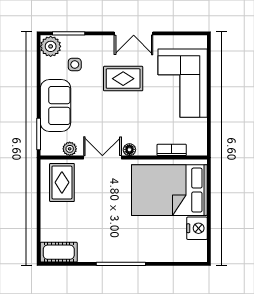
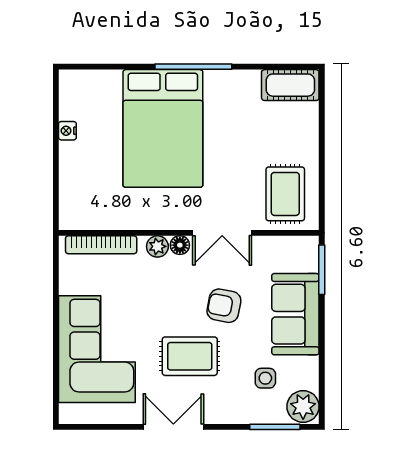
armchair: (101, 111) -> (224, 306), added
plant: (70, 149) -> (157, 246), moved
bookcase: (172, 150) -> (101, 245), width x1.56
bed: (169, 190) -> (163, 128), moved, turned 90
nightstand: (197, 228) -> (67, 131), width x0.53, depth x0.56

